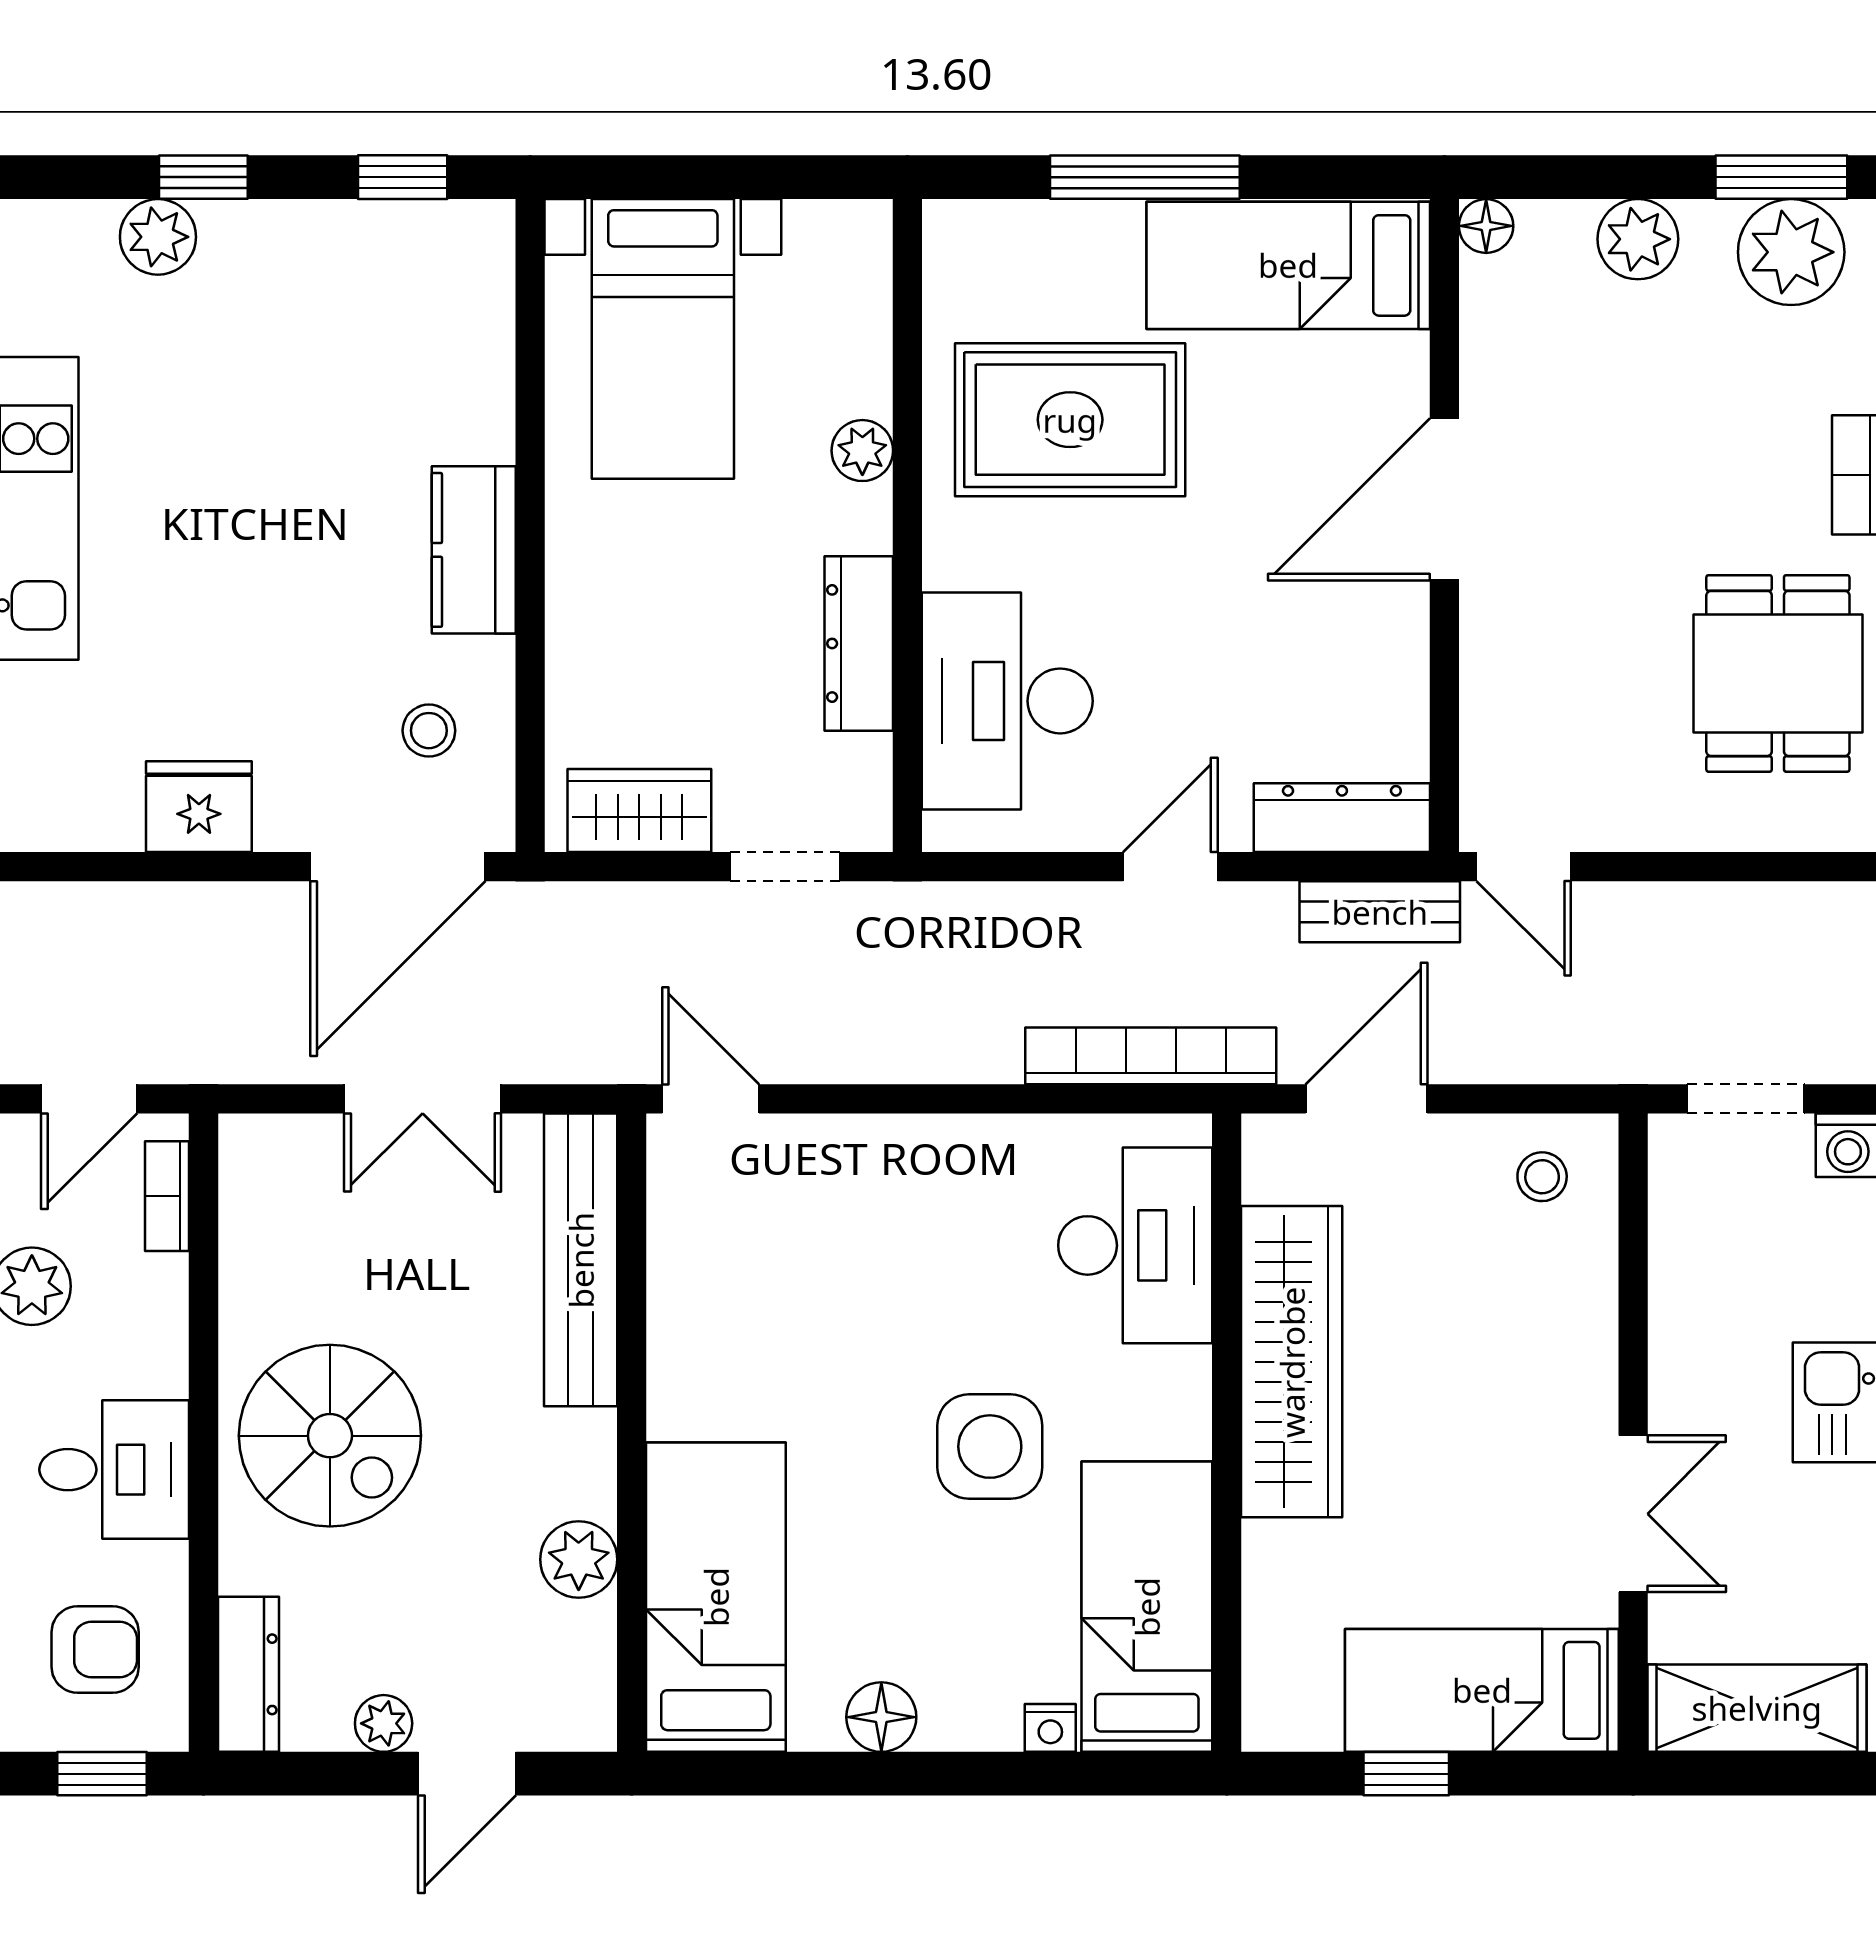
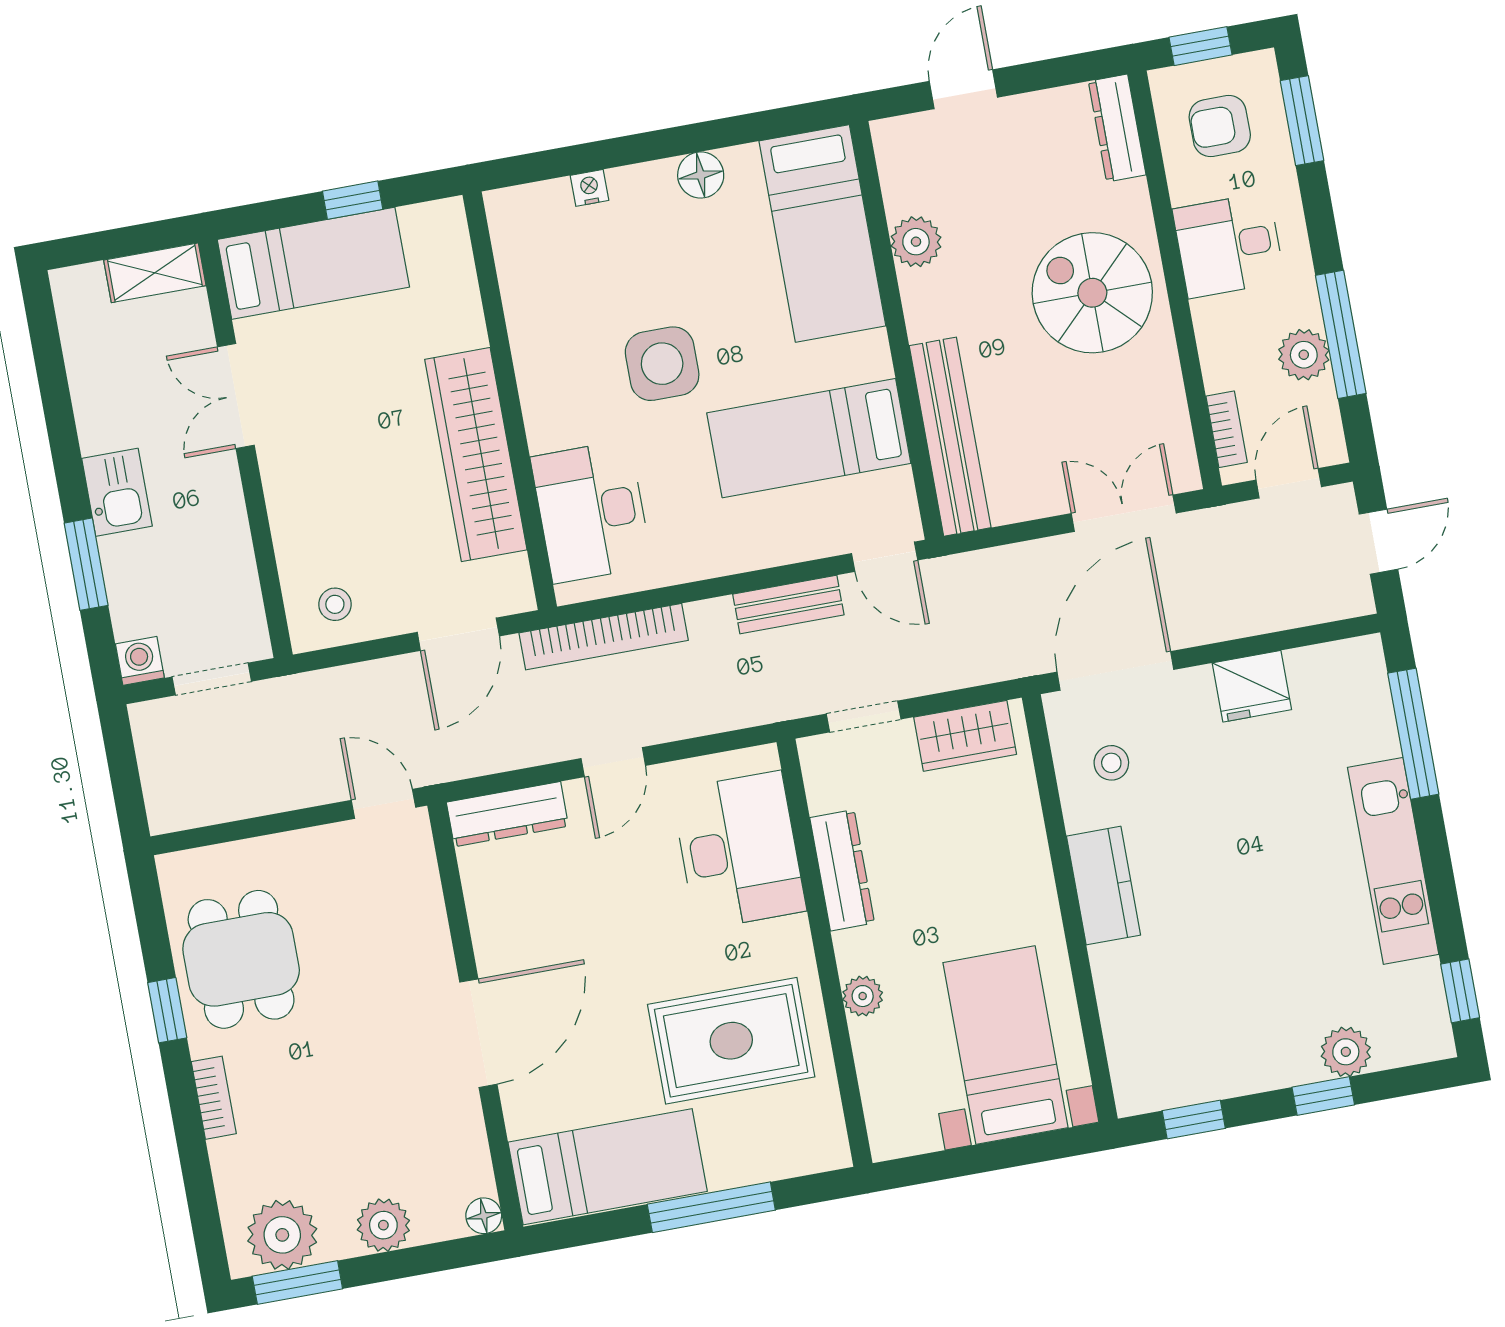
bench: (1380, 912) -> (788, 605), moved
double door: (423, 1099) -> (1124, 513), moved
bed: (1147, 1607) -> (809, 438), moved, turned 90
shelving: (1757, 1708) -> (155, 273), width x0.67, depth x0.75
plant: (384, 1723) -> (1023, 112), removed

